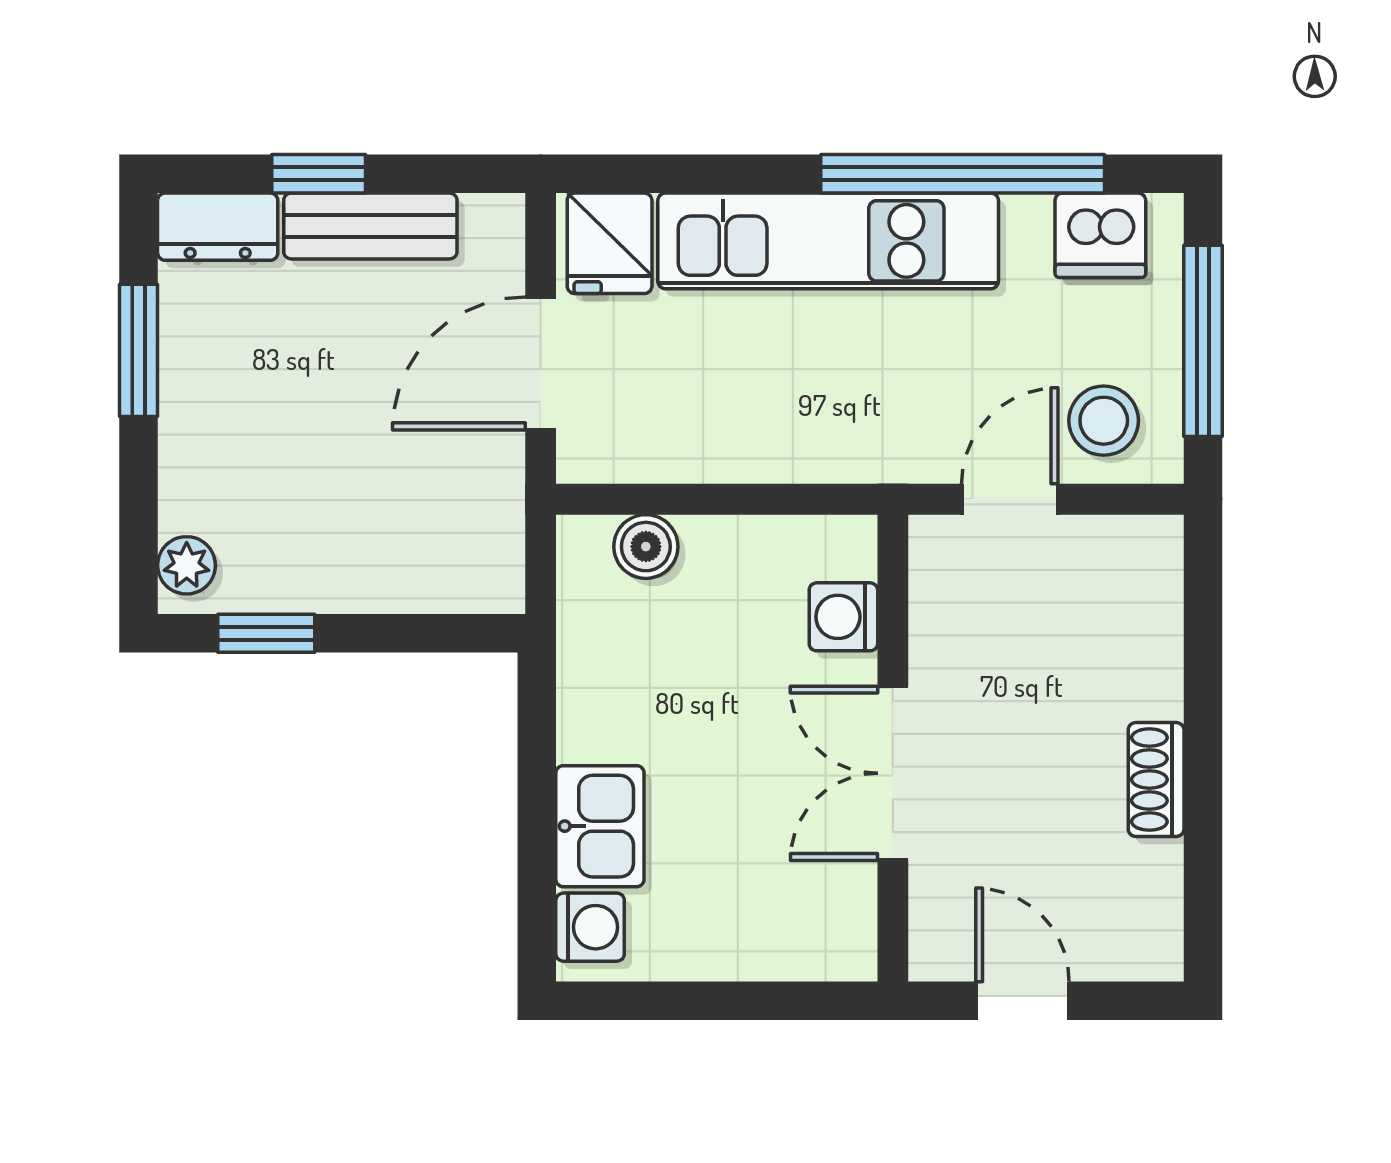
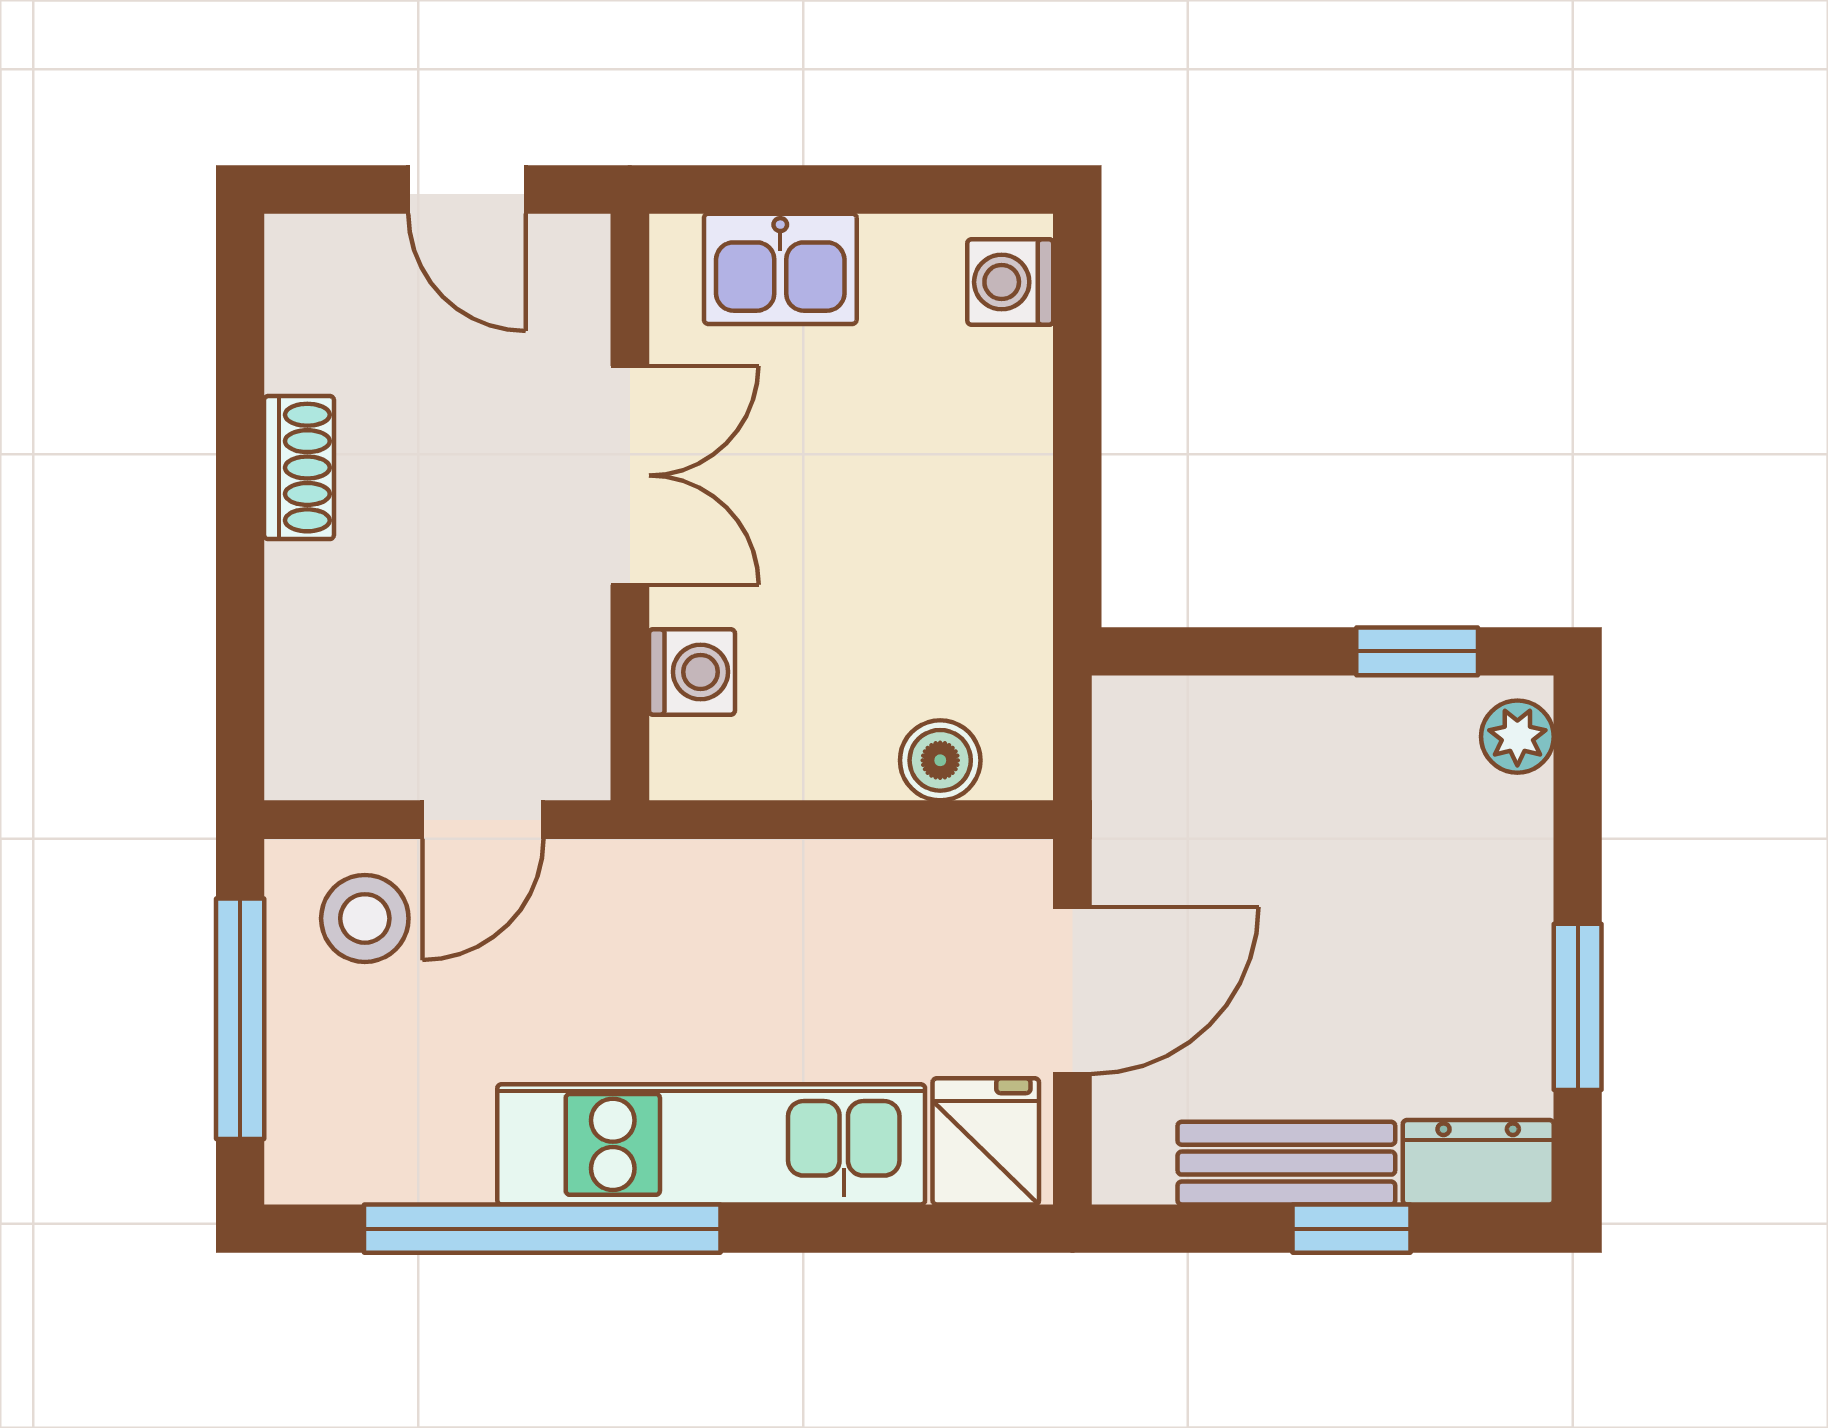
dishwasher: (1100, 235) -> (369, 1151), removed
kitchen sink: (600, 826) -> (780, 269), moved, turned -90

